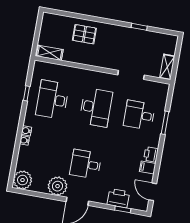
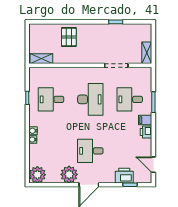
pallet: (84, 34) -> (69, 37), turned 90
desk: (52, 100) -> (51, 99), width x0.73
filing cabinet: (148, 167) -> (145, 120), moved

